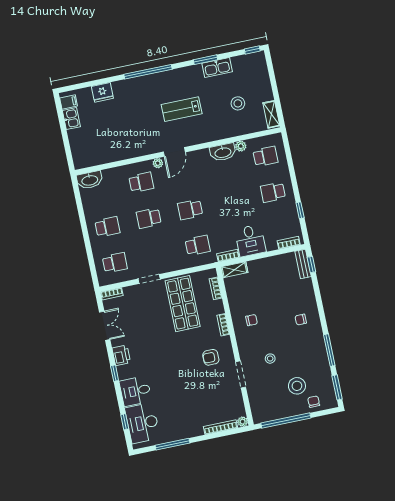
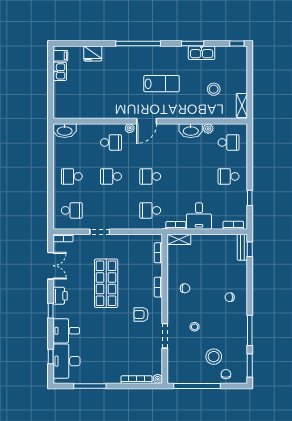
lab bench: (182, 109) -> (162, 84), turned 180
school desk: (107, 227) -> (72, 176), turned 180
school desk: (198, 245) -> (150, 210), turned 180
shop shelf: (183, 304) -> (106, 283), moved

